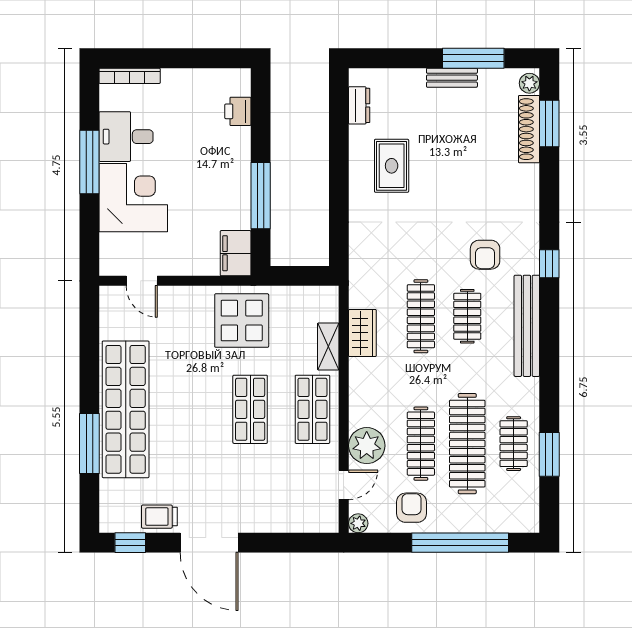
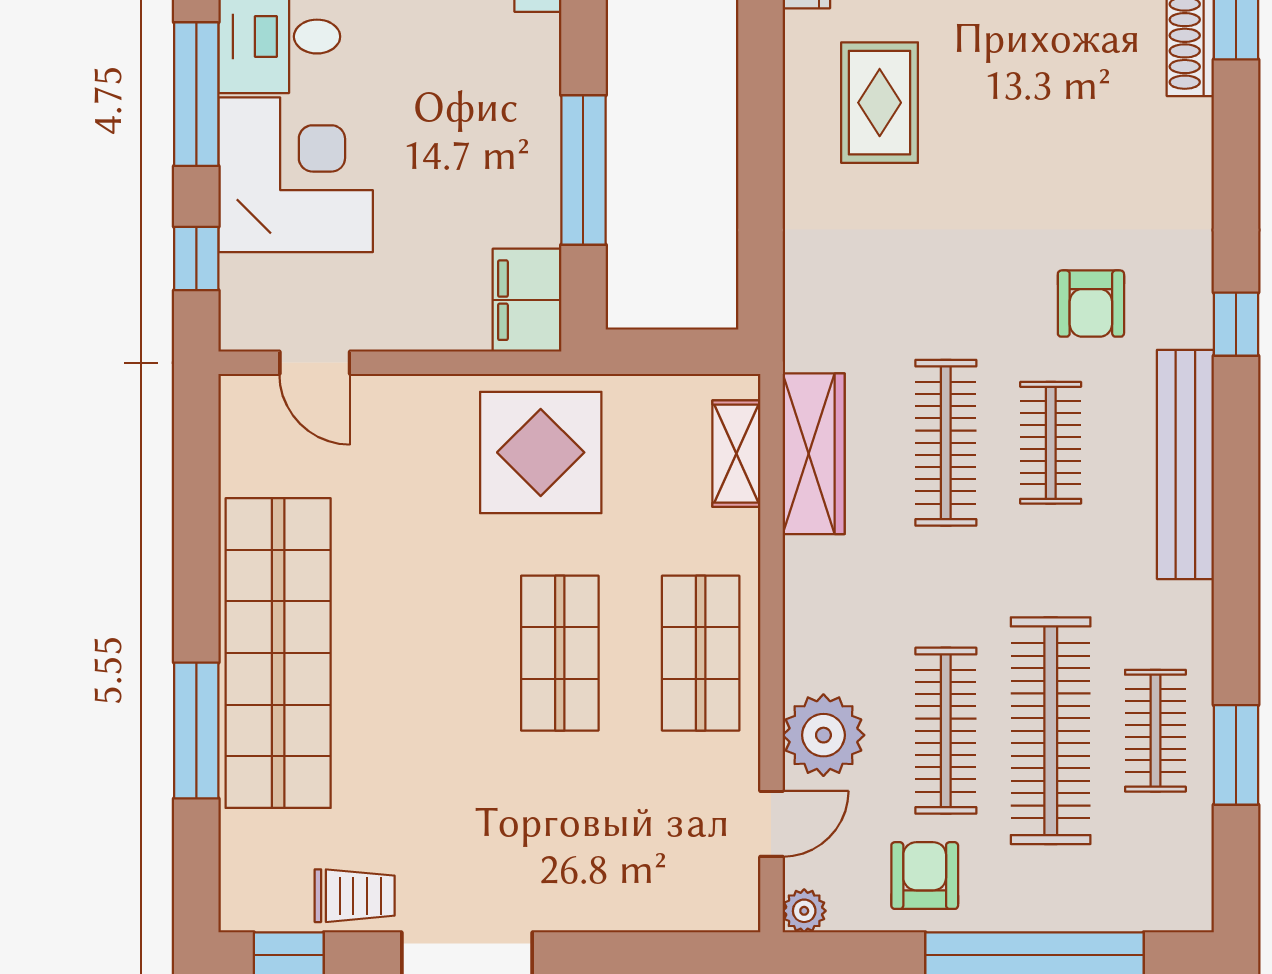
window: (89, 235) -> (196, 258), added
wardrobe: (362, 333) -> (814, 454), width x1.50
shelving: (328, 346) -> (736, 454), moved
trolley: (159, 517) -> (355, 896), turned 180

